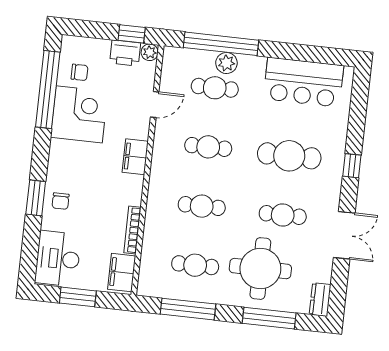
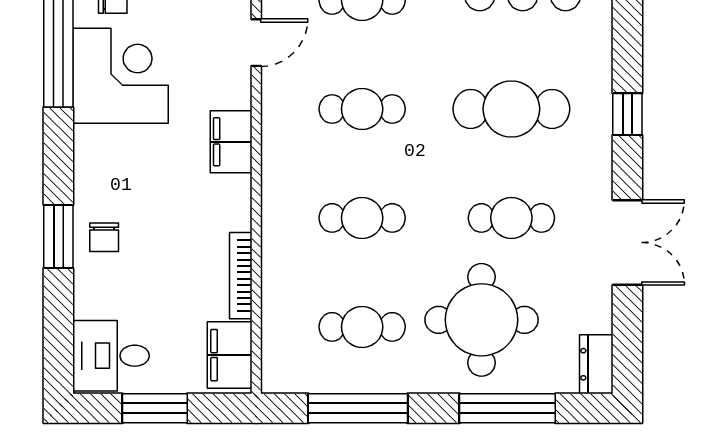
desk: (58, 259) -> (111, 356), width x0.73

